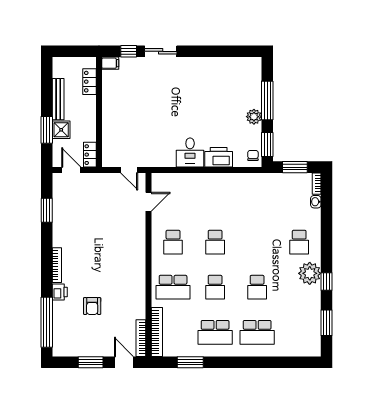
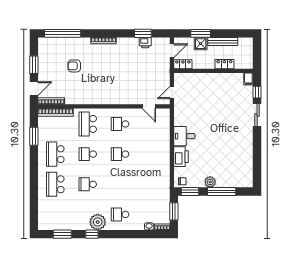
locker: (90, 82) -> (224, 64), moved
printer: (60, 292) -> (145, 43), moved

